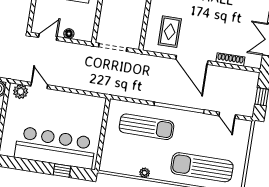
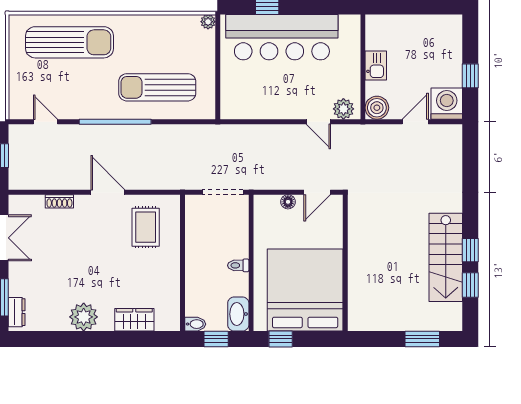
shoe rack: (230, 59) -> (59, 201), width x0.70
door: (192, 60) -> (108, 192), width x0.73
plant: (145, 173) -> (208, 22), moved

